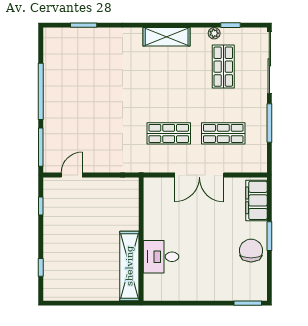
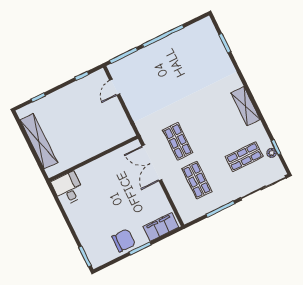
plant: (214, 33) -> (272, 153), moved
door: (72, 175) -> (115, 87), swing flipped
double door: (199, 175) -> (152, 163), moved
desk: (161, 257) -> (68, 189), moved
shelving: (129, 266) -> (39, 141), moved, turned 90

